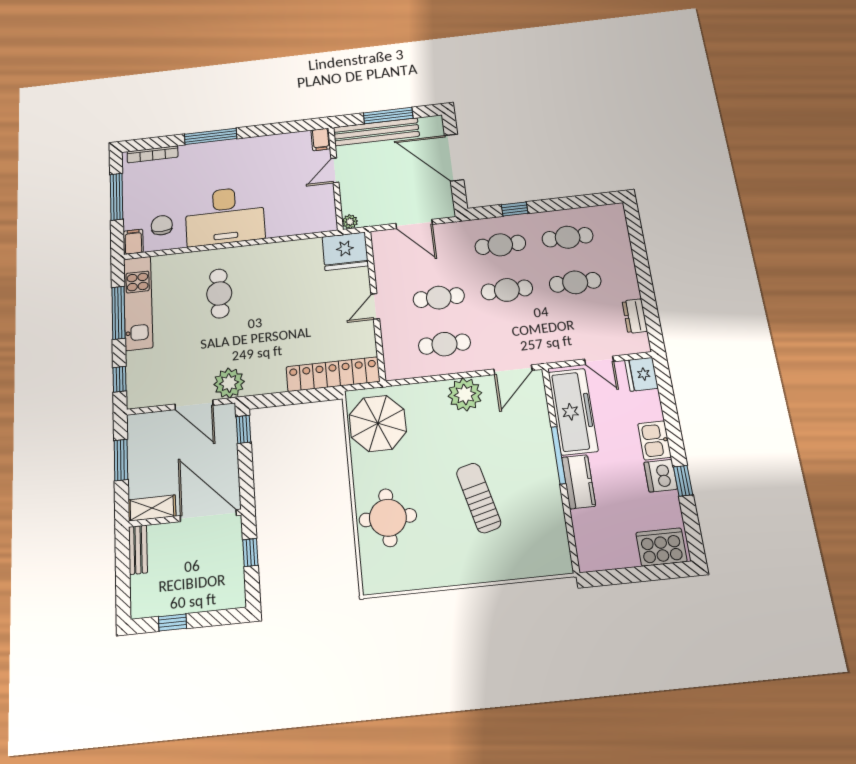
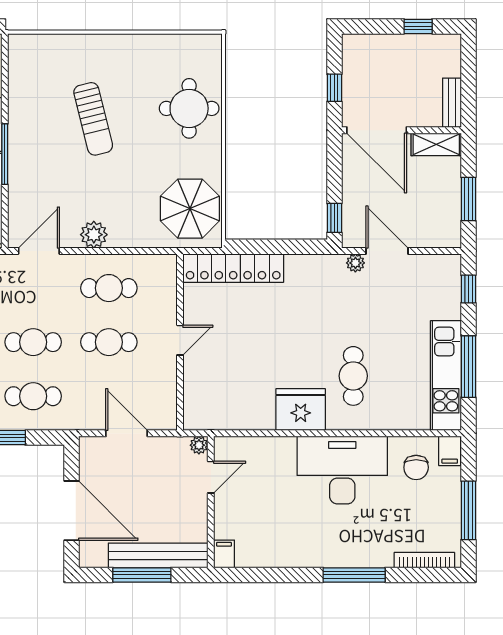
door: (335, 170) -> (211, 477), moved
fridge: (345, 251) -> (301, 410), moved
plant: (229, 383) -> (355, 263), width x0.53, depth x0.53
plant: (465, 394) -> (94, 235), width x0.73, depth x0.73

